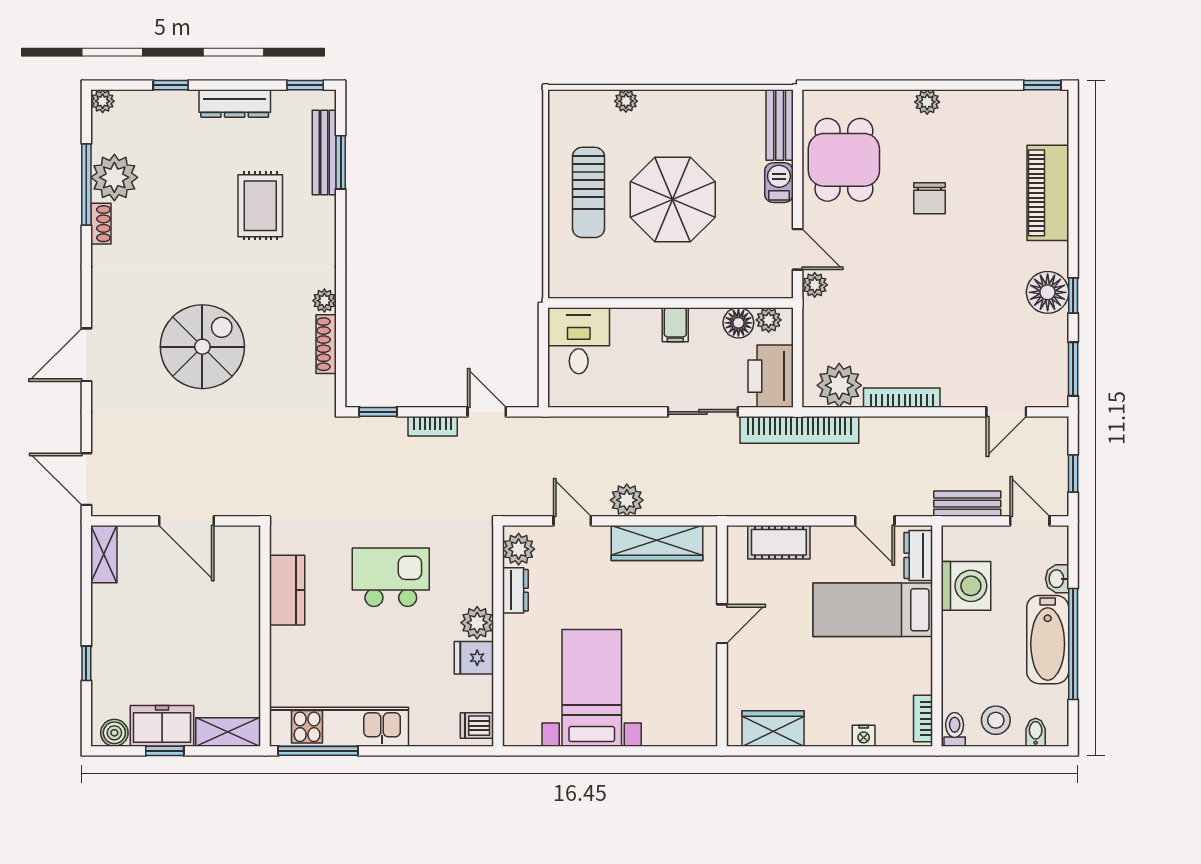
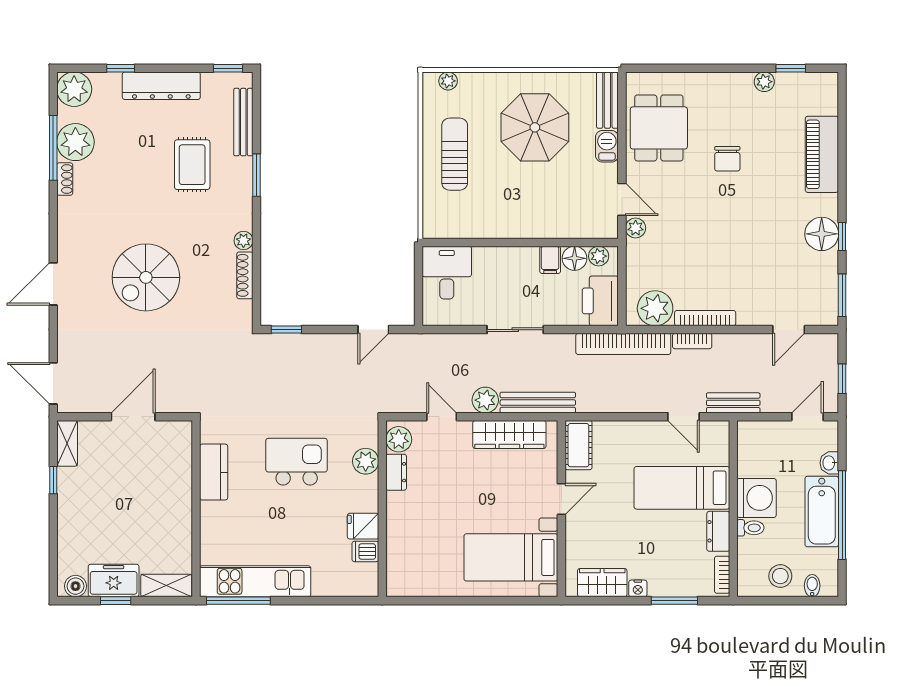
window: (1042, 85) -> (791, 68), moved
plant: (103, 101) -> (74, 89), width x1.87, depth x1.87
plant: (626, 101) -> (448, 81), moved
plant: (927, 102) -> (764, 82), moved
dresser: (235, 104) -> (161, 86), width x1.37, depth x1.24
window: (341, 162) -> (256, 175), moved
sun lounger: (589, 192) -> (455, 154), turned 180
parasol: (673, 200) -> (535, 127), moved
filing cabinet: (675, 325) -> (550, 260), moved
spiral stairs: (202, 347) -> (146, 277), turned 180
door: (487, 412) -> (373, 330), swing flipped
sliding door: (703, 412) -> (515, 330), moved
bookcase: (433, 426) -> (692, 341), moved
bench: (693, 503) -> (538, 403), added
bench: (967, 504) -> (733, 403), moved
door: (186, 521) -> (133, 417), swing flipped
door: (1030, 521) -> (807, 417), hinge flipped
cot: (779, 542) -> (578, 445), moved, turned 90
dresser: (918, 555) -> (718, 531), moved
washing machine: (966, 586) -> (756, 498), moved
plant: (477, 623) -> (366, 461), moved
window: (86, 663) -> (53, 480), moved
bed with nightstands: (592, 688) -> (511, 557), moved, turned -90
dishwasher: (477, 726) -> (365, 551), moved
toilet: (955, 729) -> (750, 528), moved, turned 90
nightstand: (864, 736) -> (638, 588), moved
window: (863, 751) -> (674, 601), added

